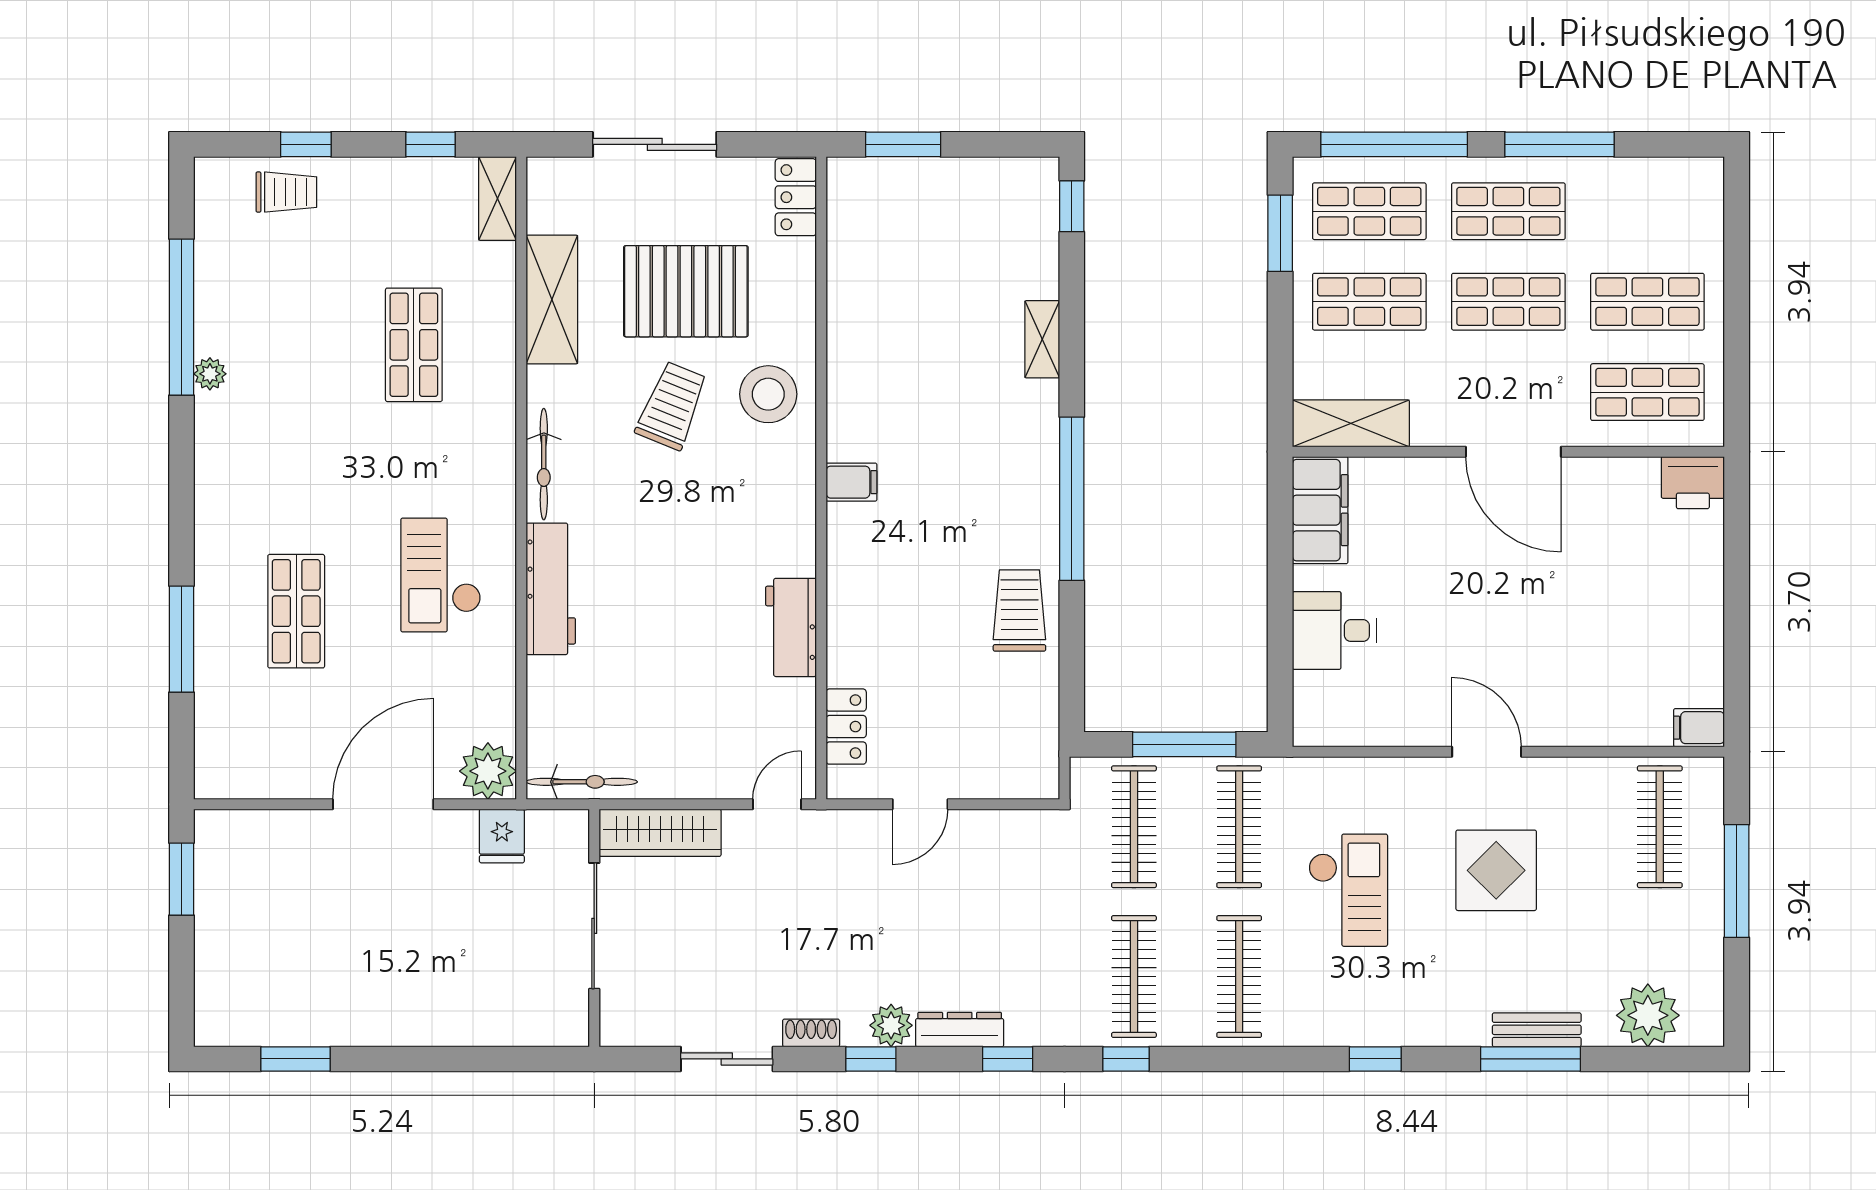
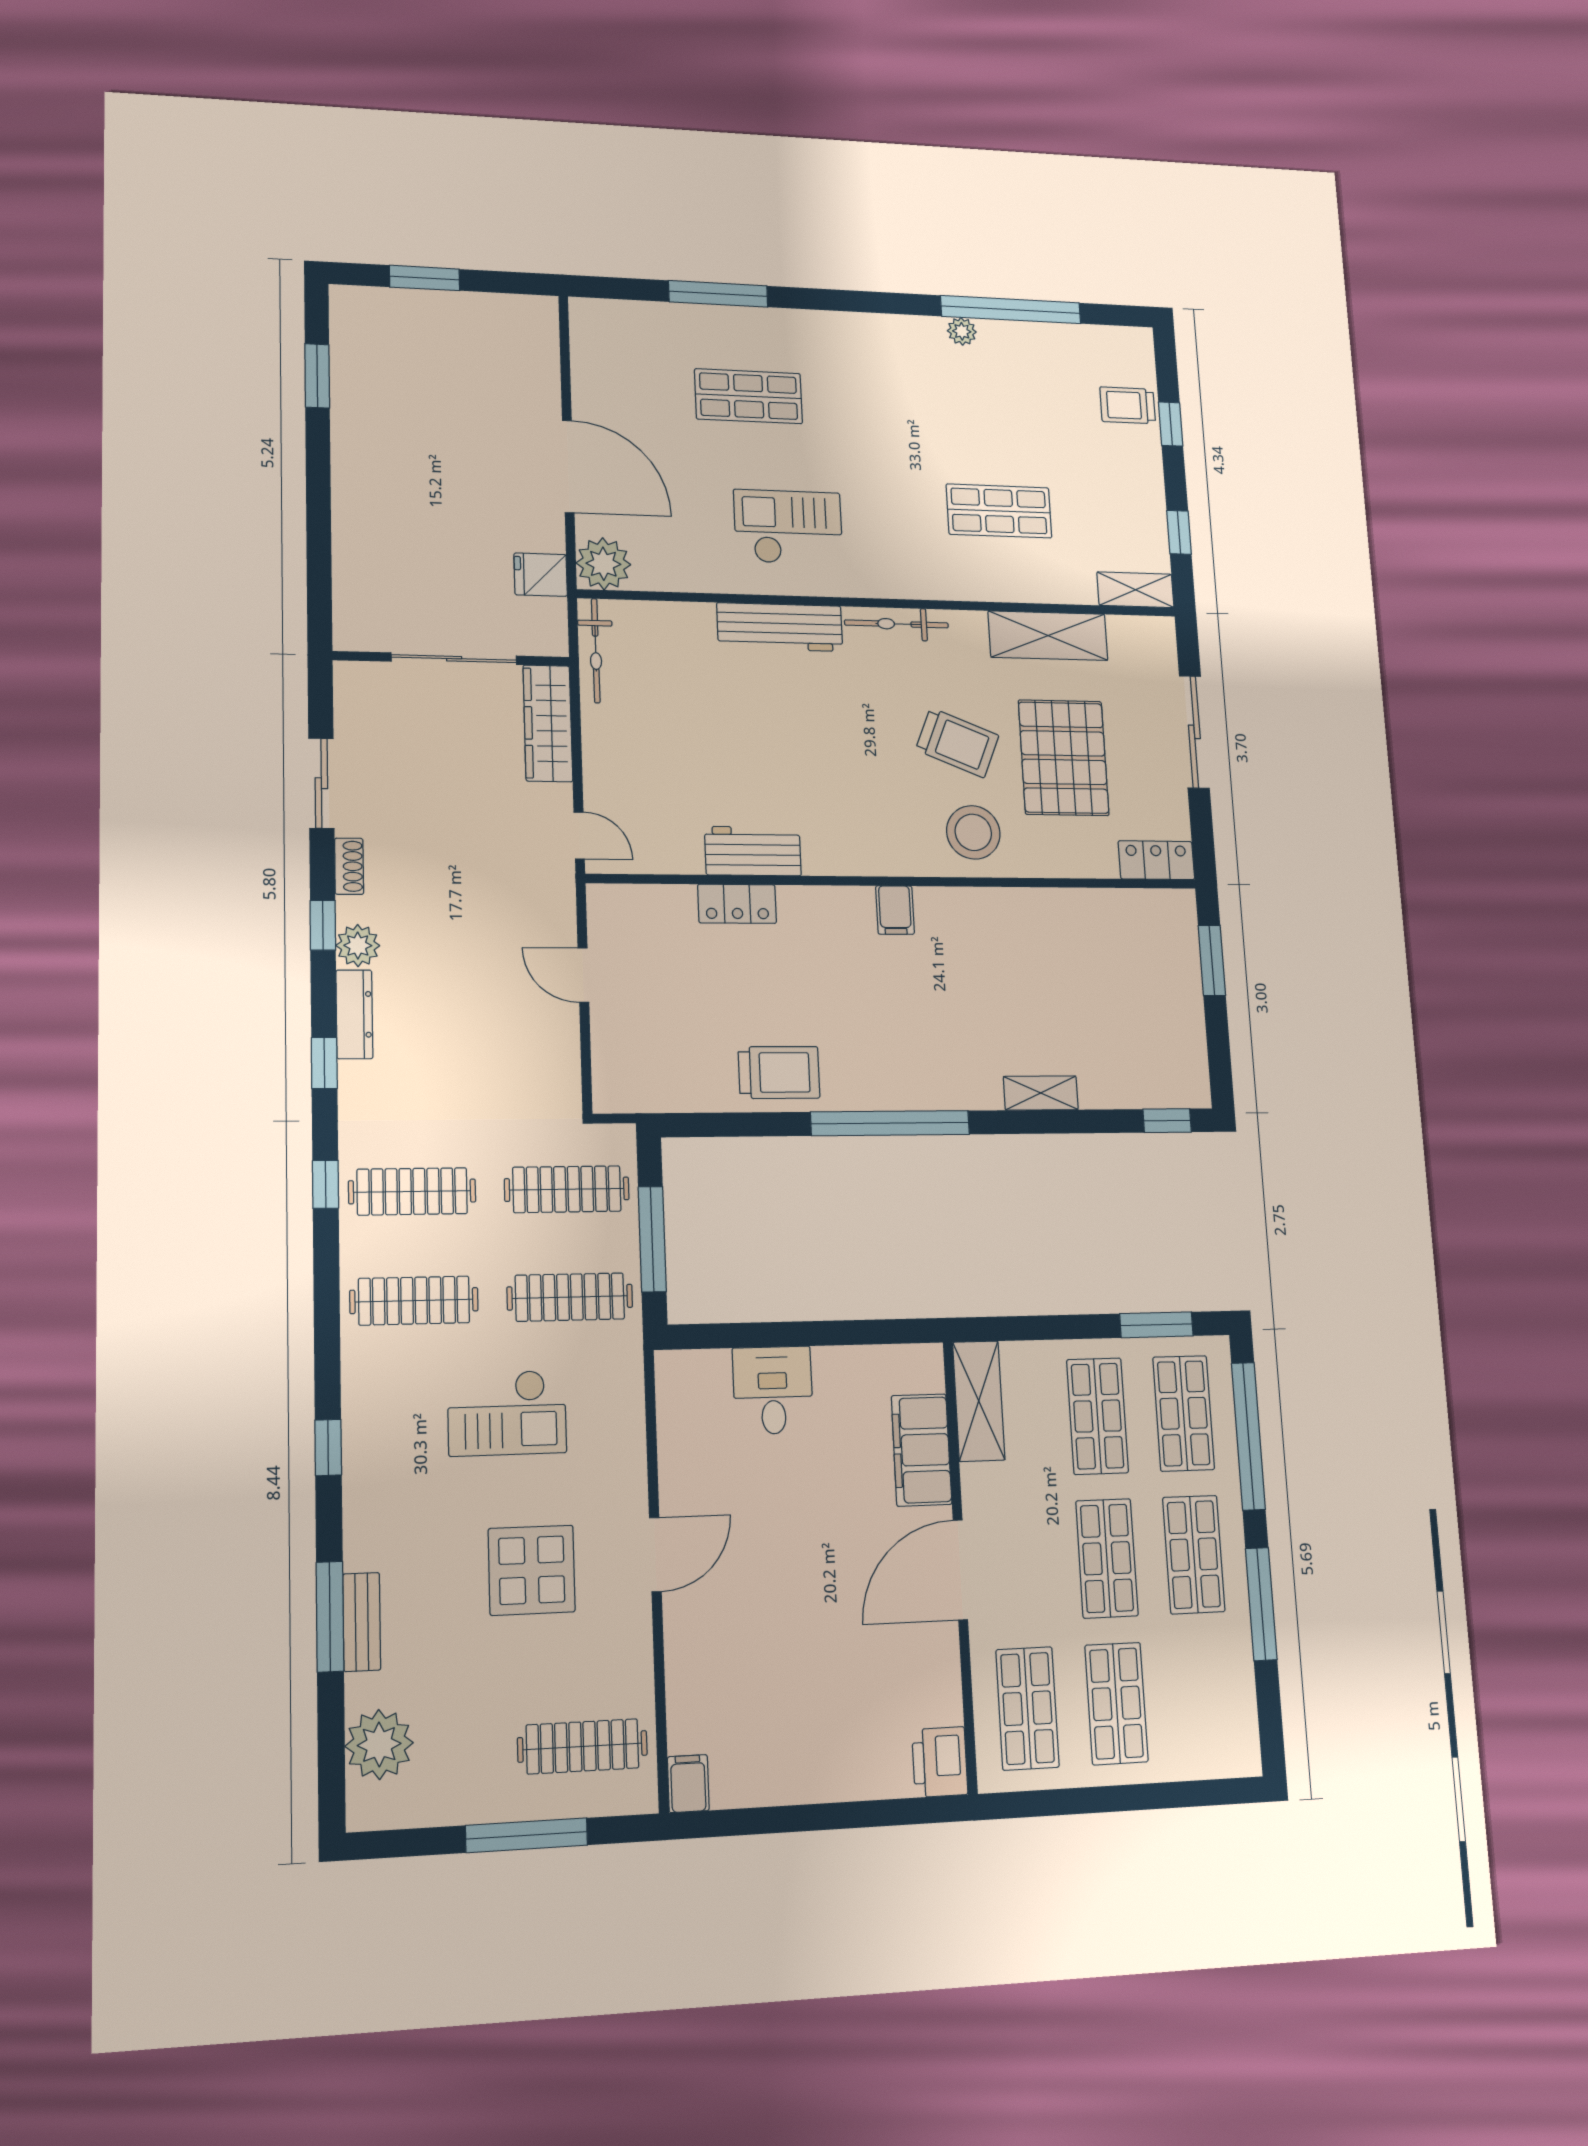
trolley: (286, 192) -> (1128, 405), turned 90
filing cabinet: (1320, 510) -> (922, 1450), moved, turned 90
locker: (846, 727) -> (737, 904), moved
window: (182, 879) -> (425, 278), moved

